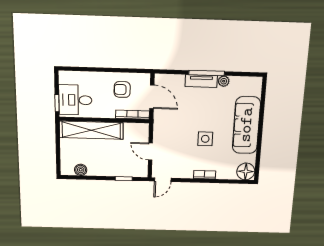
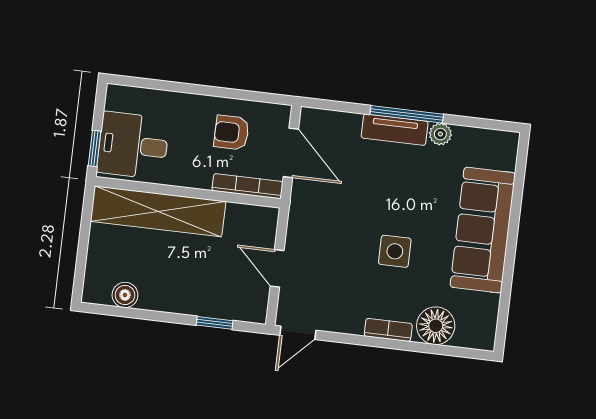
floor lamp: (246, 171) -> (436, 326), moved

